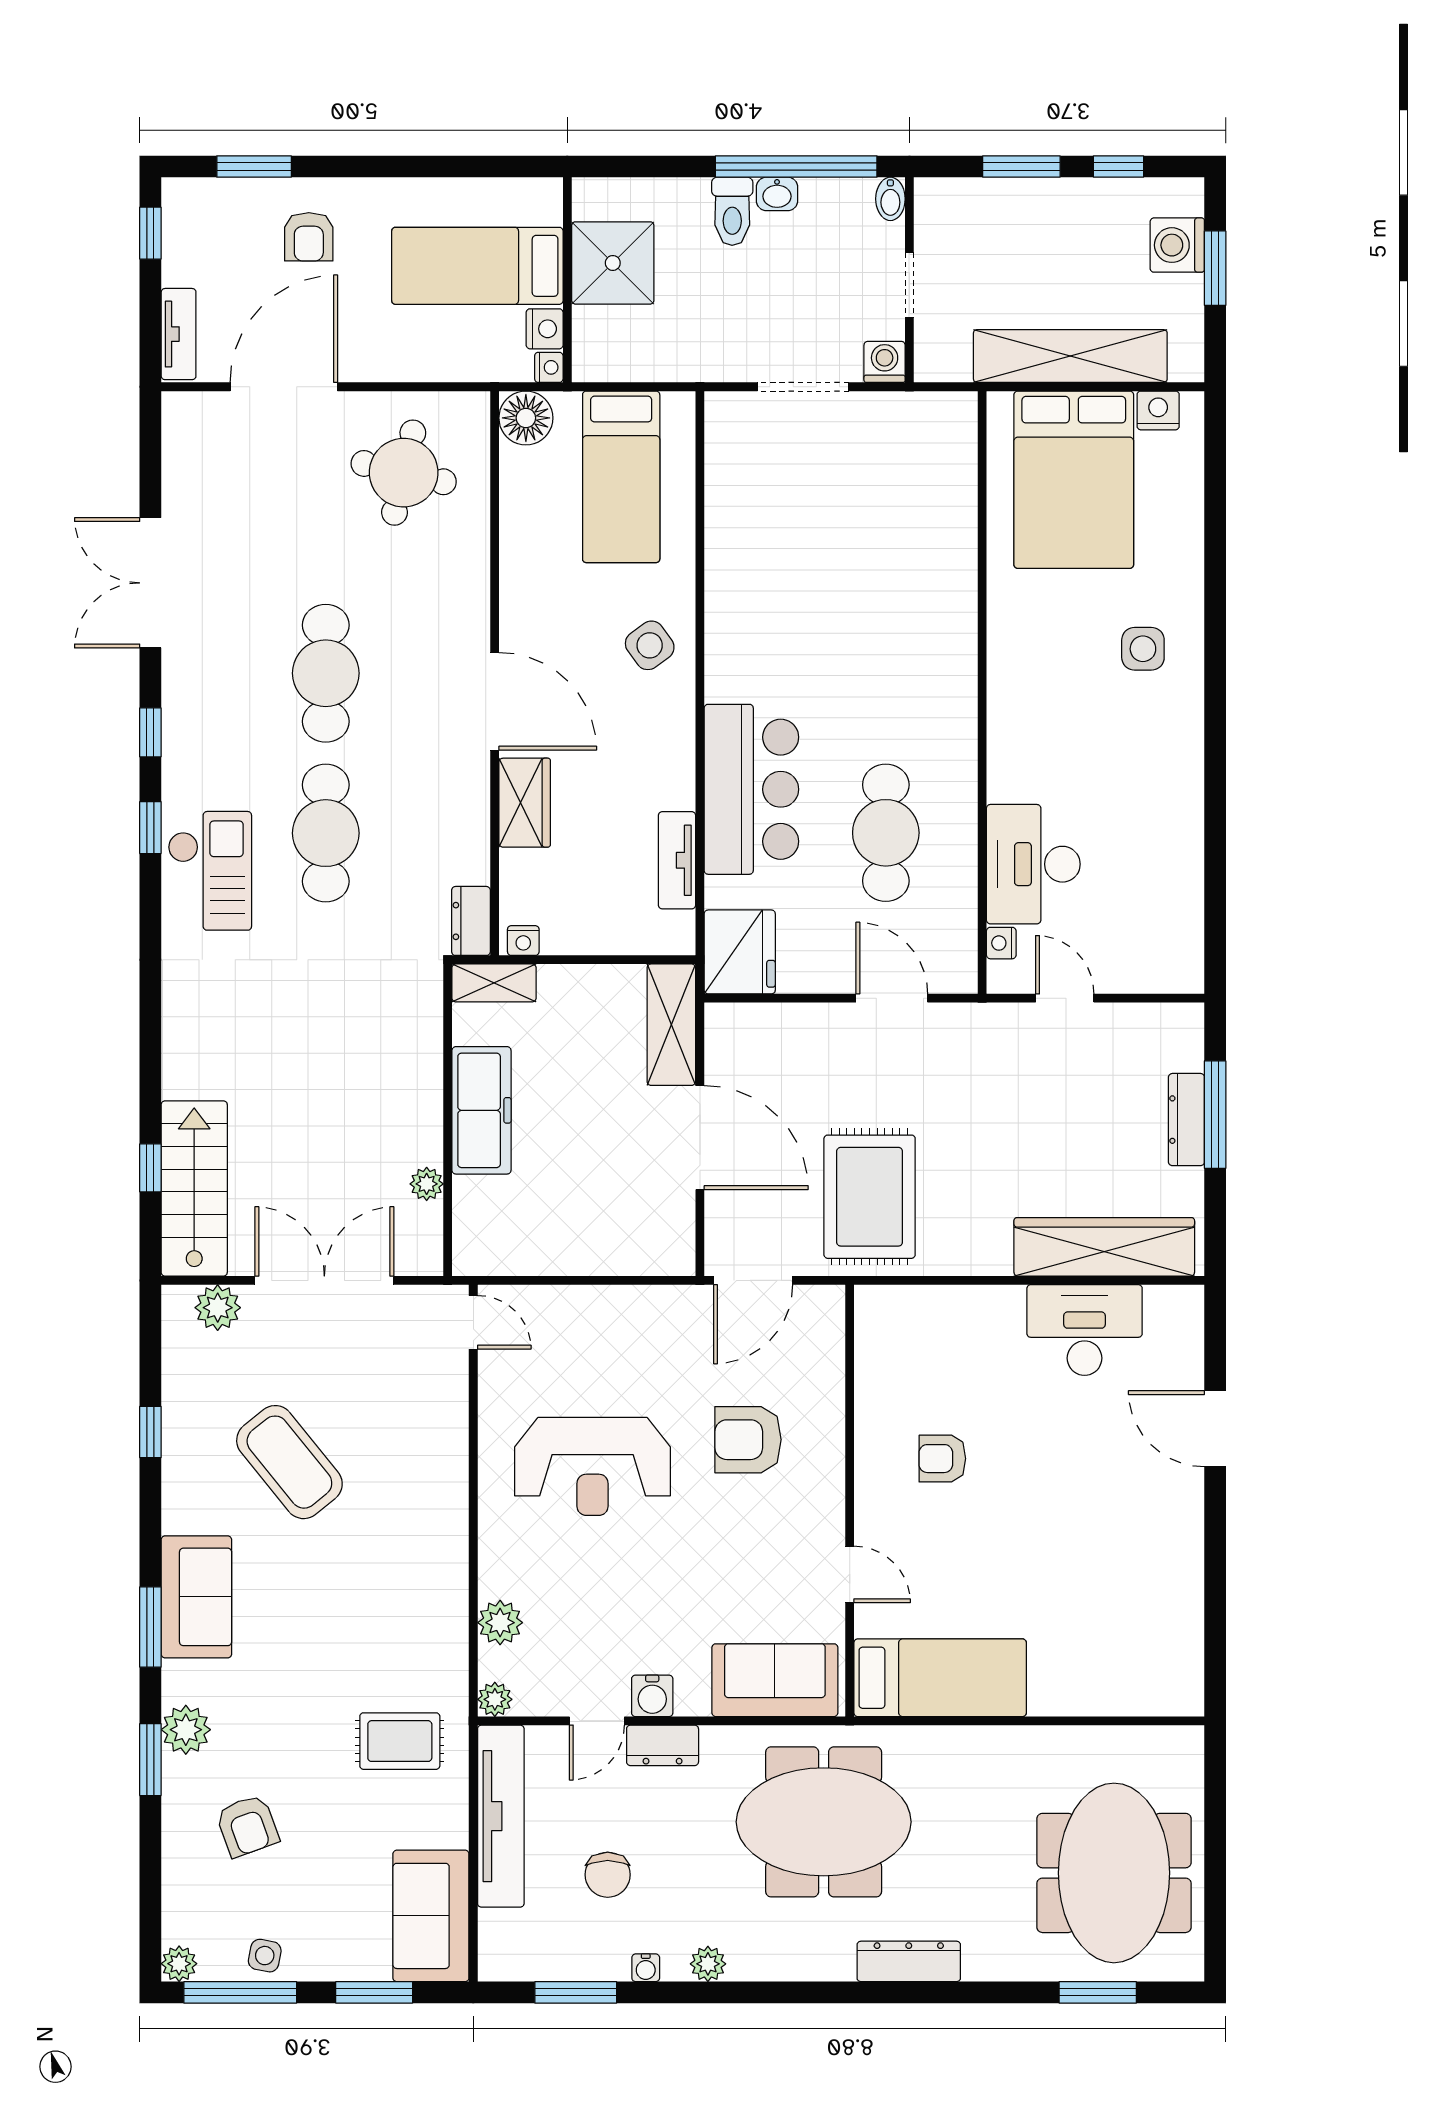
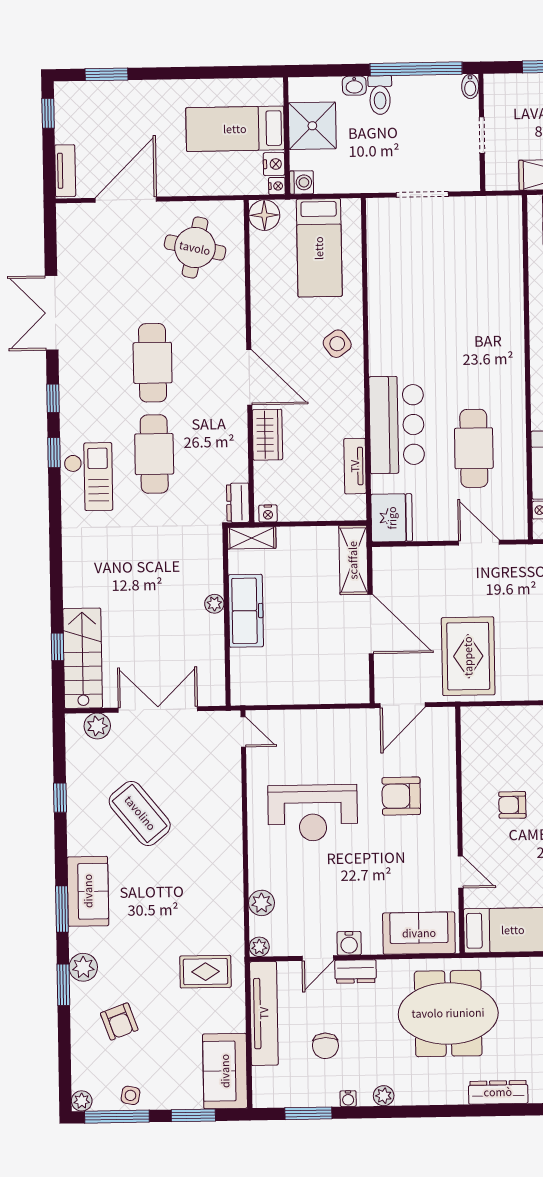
washbasin: (777, 194) -> (354, 86), moved
armchair: (309, 237) -> (139, 114), removed
washing machine: (885, 362) -> (302, 182), moved, turned 90
plant: (427, 1184) -> (214, 604), moved

